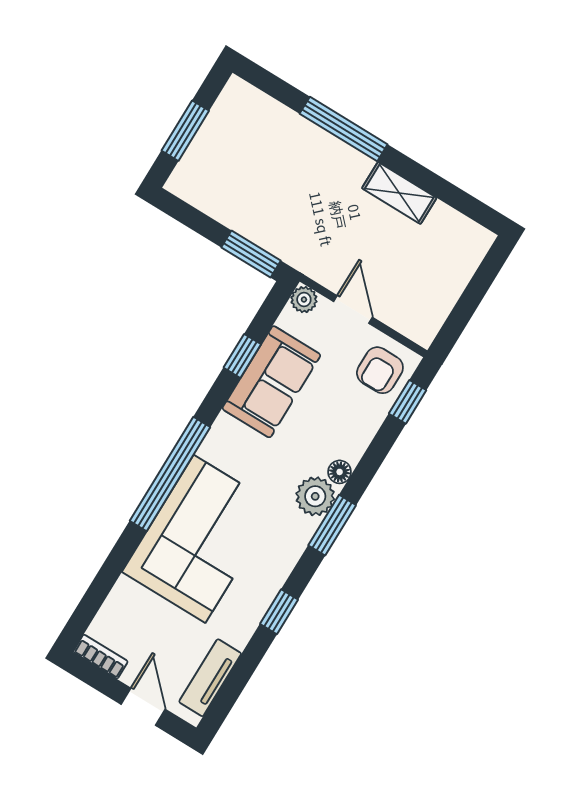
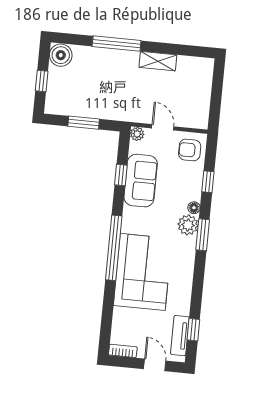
boiler: (239, 103) -> (61, 55), added
window: (185, 131) -> (42, 81), width x0.67
window: (251, 254) -> (84, 123), moved
armchair: (380, 370) -> (190, 150), turned 90
window: (408, 402) -> (208, 182), moved
window: (279, 612) -> (193, 330), moved

